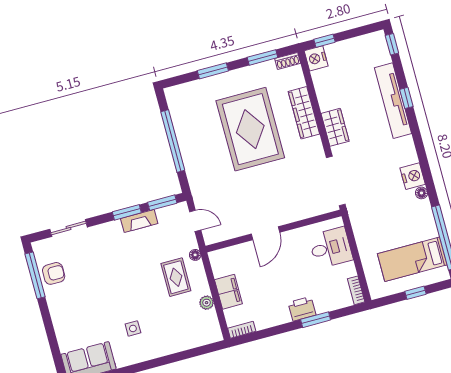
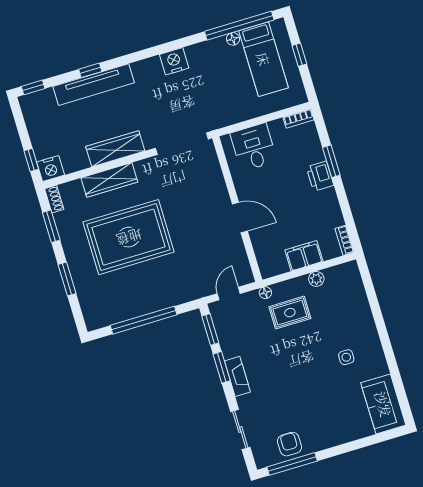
wardrobe: (335, 127) -> (115, 149), width x1.50
floor lamp: (421, 193) -> (233, 39), moved
fireplace: (139, 221) -> (237, 376), moved

